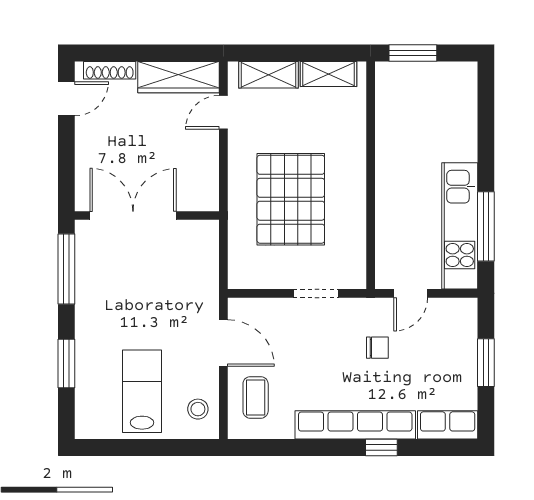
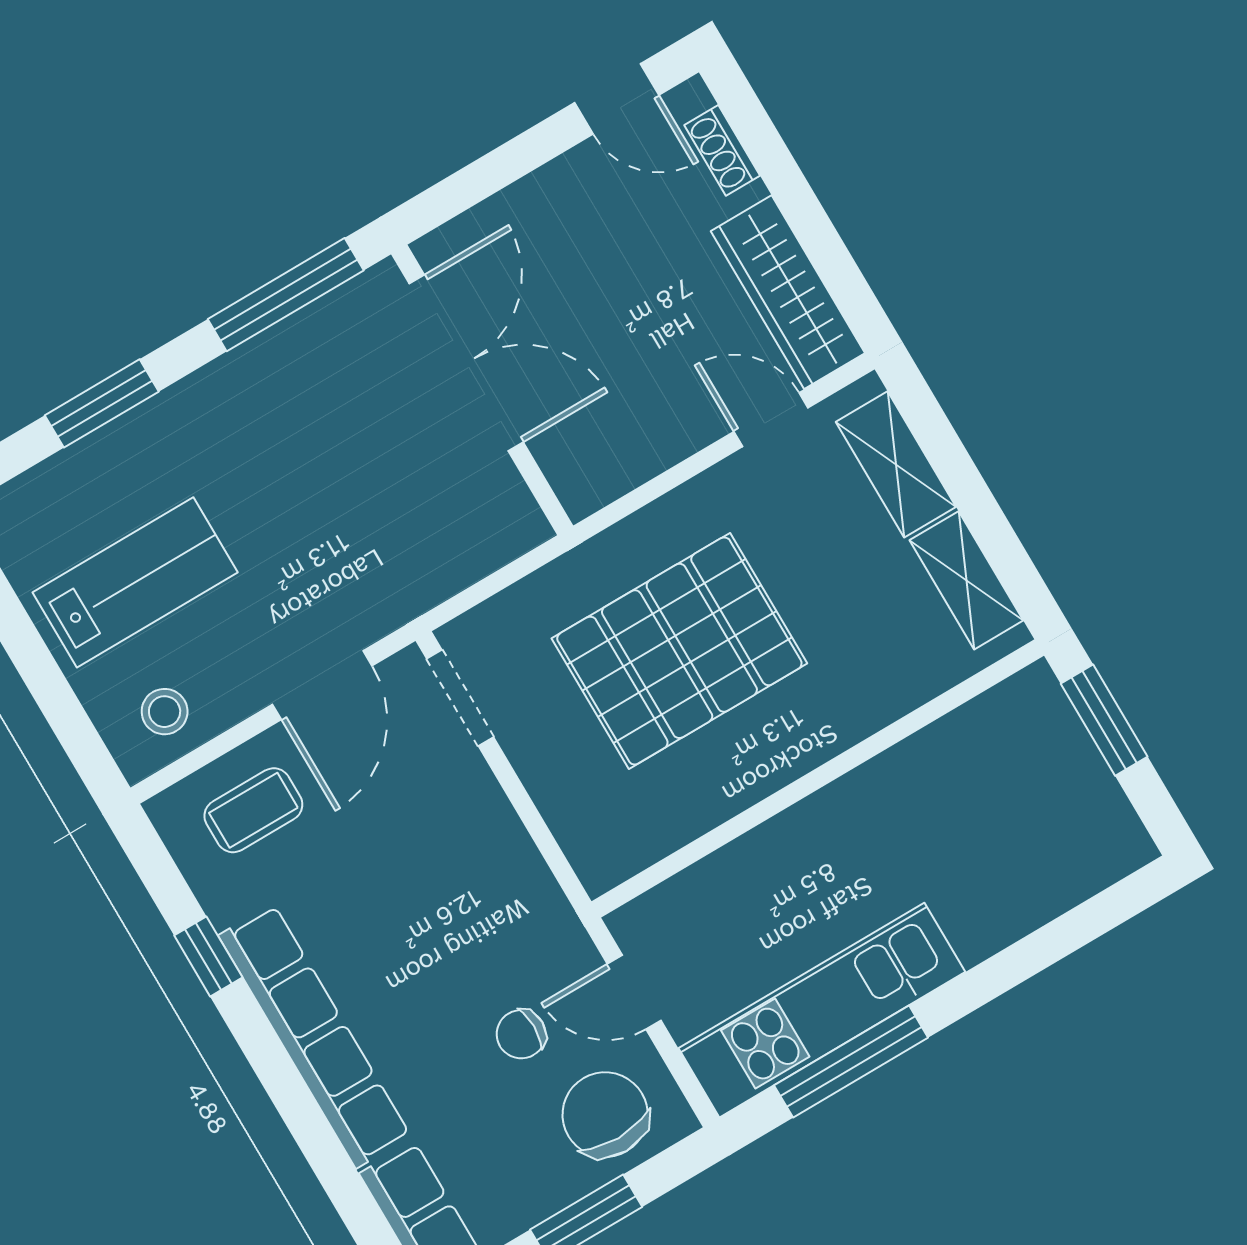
shoe rack: (110, 70) -> (722, 150), width x0.70
doorway: (316, 293) -> (460, 698), moved
chair: (451, 332) -> (605, 1115), added
chair: (377, 348) -> (521, 1034), moved, turned 90
window: (381, 448) -> (208, 956), moved

